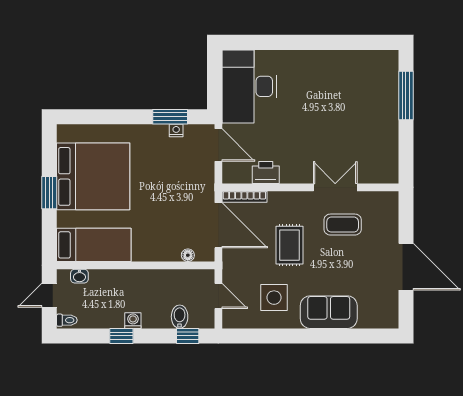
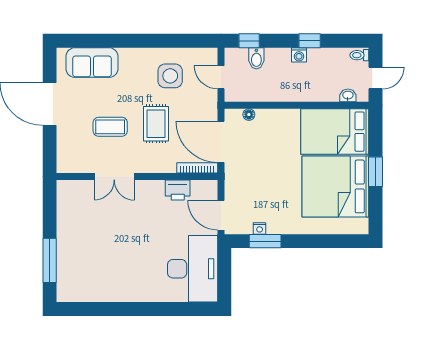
coffee table: (343, 225) -> (110, 127), moved
bed: (94, 245) -> (335, 132), width x1.50
sofa: (329, 312) -> (92, 63), moved

